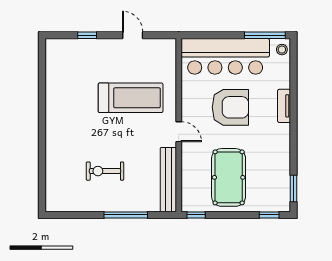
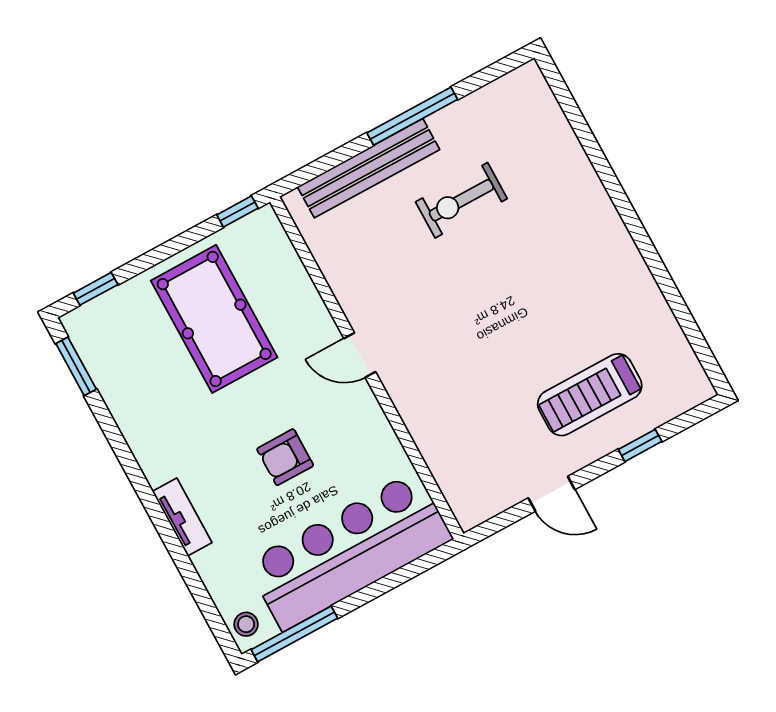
treadmill: (131, 98) -> (590, 395), moved, width x0.73, depth x0.73
armchair: (230, 107) -> (285, 457), width x0.53, depth x0.53
exercise bike: (105, 171) -> (461, 200), turned 180
bench: (168, 180) -> (369, 168), moved, turned 90
window: (126, 215) -> (412, 116), moved

